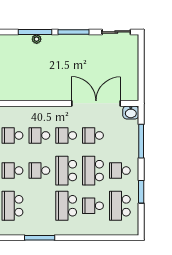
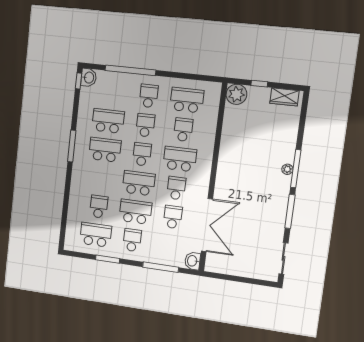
school desk: (39, 135) -> (180, 159), width x1.85
school desk: (66, 206) -> (105, 150), moved

